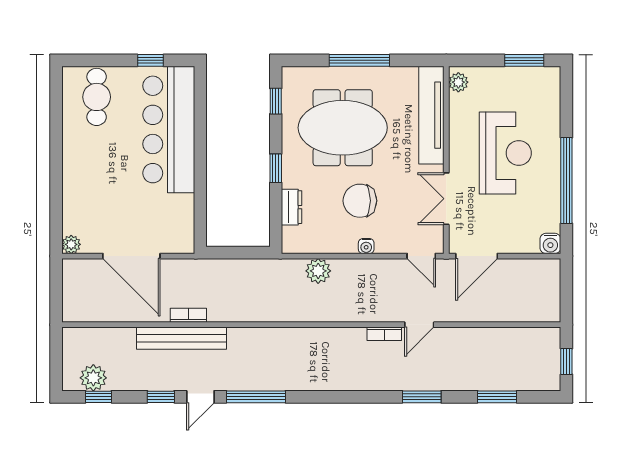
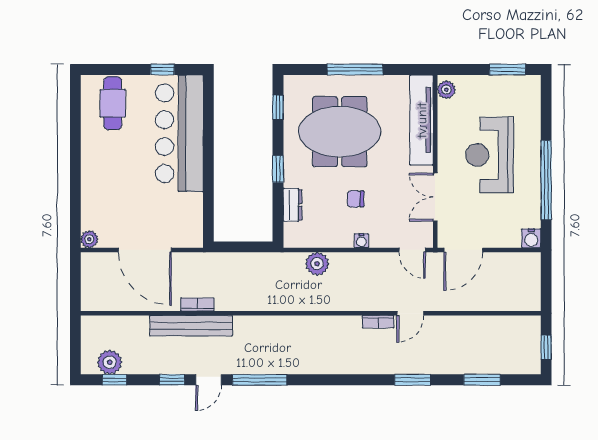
reception desk: (505, 153) -> (490, 155), turned 180
chair: (360, 201) -> (356, 199), width x0.54, depth x0.54

